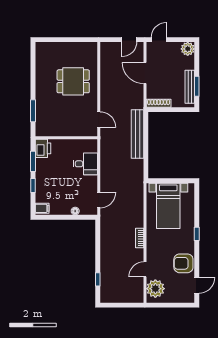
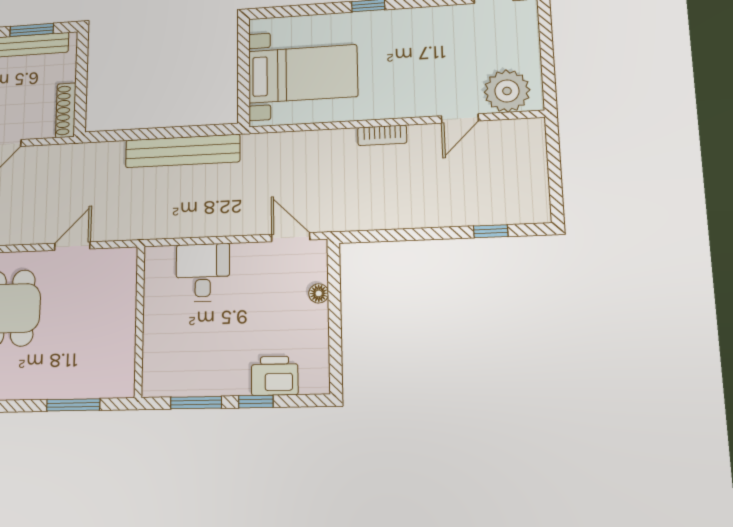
door: (99, 120) -> (72, 246), moved
bench: (137, 134) -> (182, 151), moved
printer: (43, 148) -> (275, 376), moved
filing cabinet: (42, 208) -> (313, 377), removed
armchair: (183, 263) -> (441, 30), removed
door: (145, 269) -> (460, 118), hinge flipped

